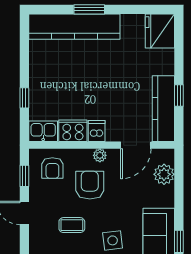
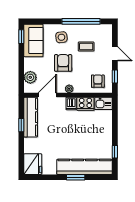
window: (24, 98) -> (115, 152), moved
armchair: (90, 185) -> (63, 63), moved, turned 180

